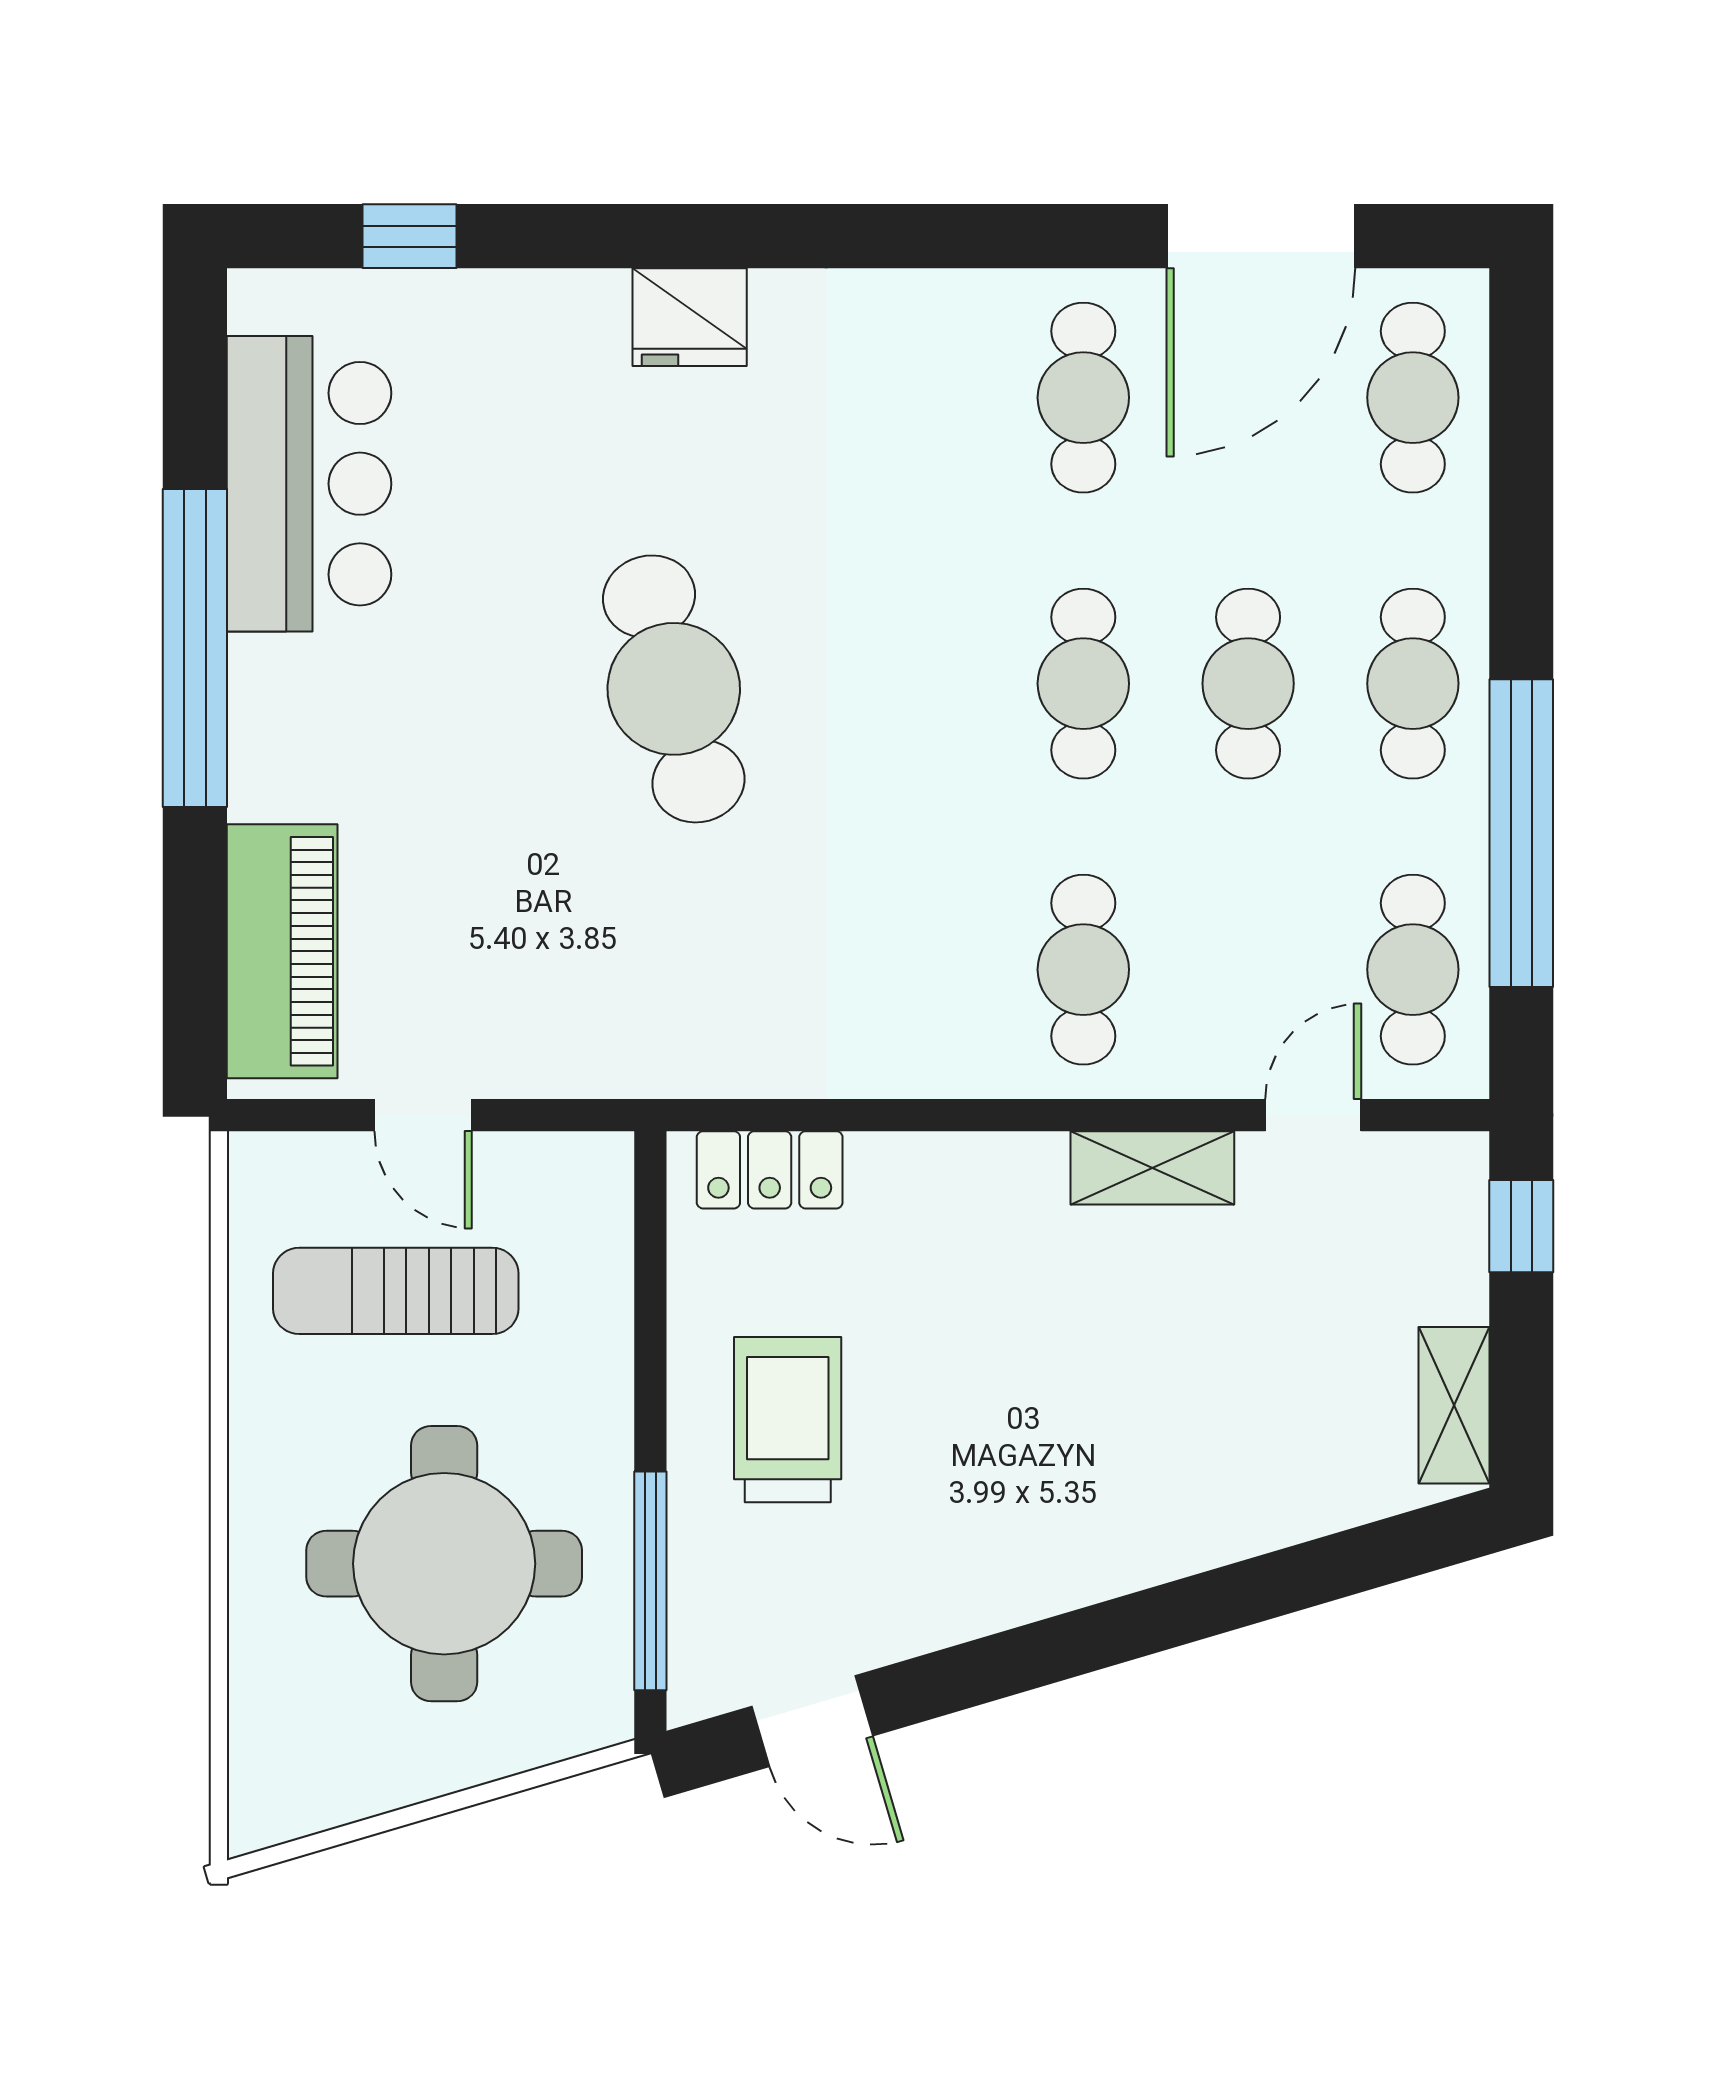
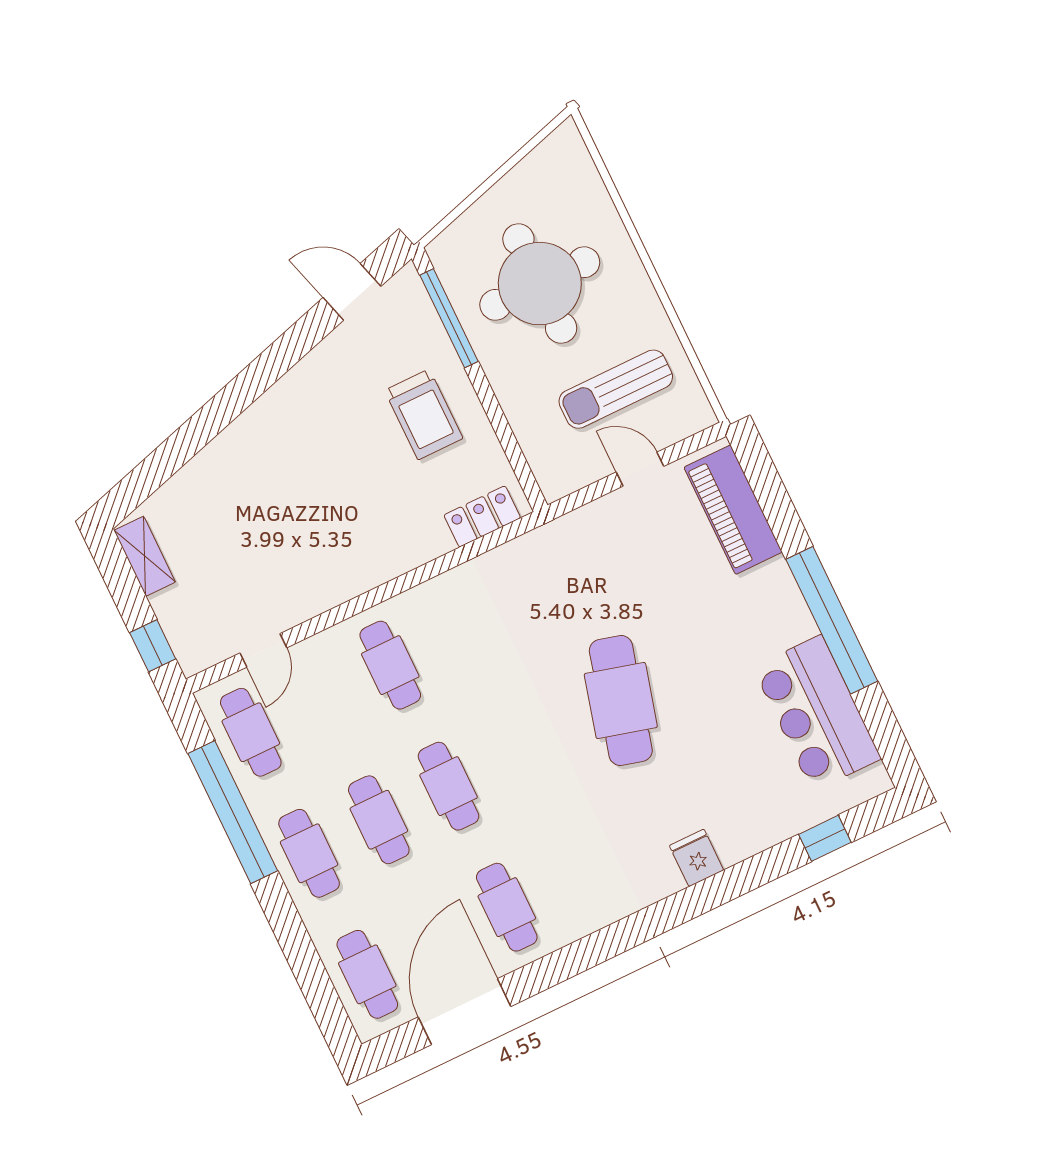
fridge: (690, 317) -> (696, 858), width x0.72
cafe table: (674, 689) -> (621, 701), turned 30
shelving: (1152, 1168) -> (321, 595), removed
sun lounger: (396, 1291) -> (616, 389), turned 180

